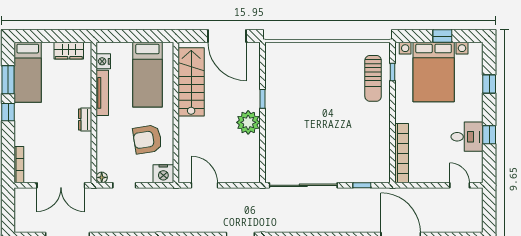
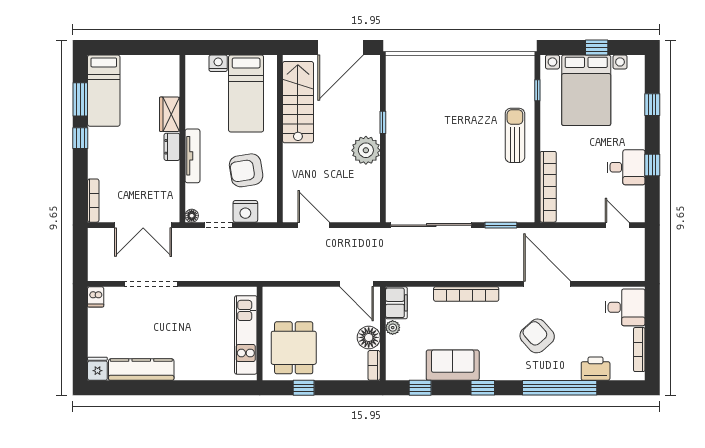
door: (227, 36) -> (341, 48), hinge flipped
wardrobe: (69, 51) -> (170, 114), moved, turned 90
nightstand: (103, 61) -> (218, 63), moved, turned 90
sun lounger: (373, 78) -> (515, 135), moved, turned 180
tv unit: (102, 93) -> (192, 156), moved
nightstand: (163, 174) -> (245, 211), moved
window: (362, 185) -> (501, 225), width x1.50

